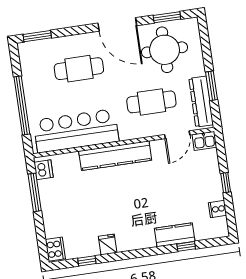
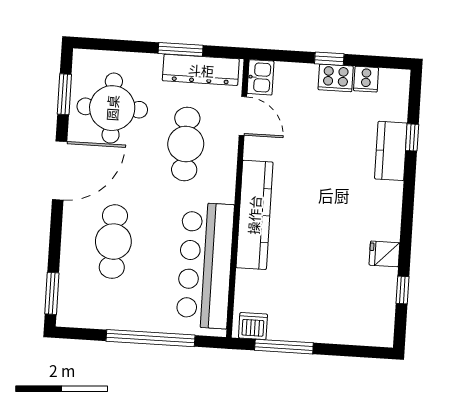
cooker: (55, 249) -> (336, 78), moved, turned 180

